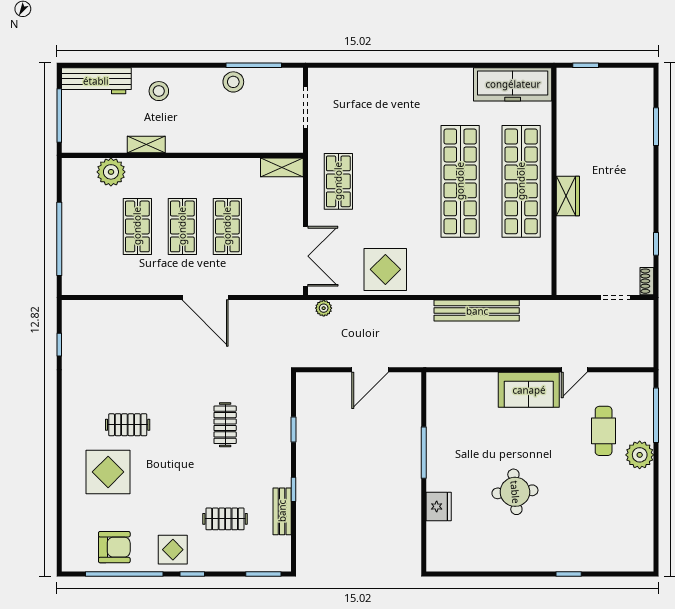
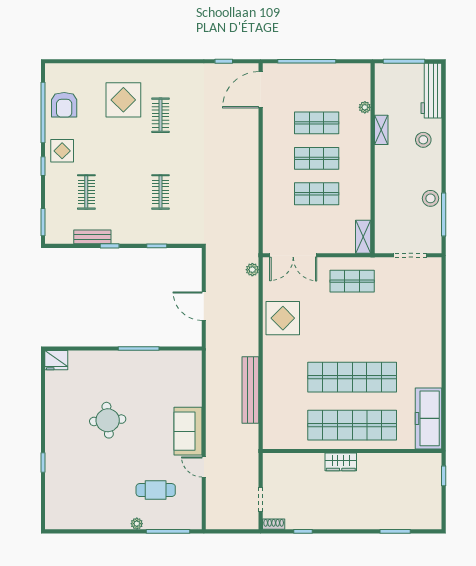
plant: (111, 172) -> (365, 107), width x0.53, depth x0.53
door: (205, 298) -> (261, 90), moved
clothes rail: (225, 425) -> (160, 192), turned 90
plant: (640, 455) -> (137, 524), width x0.53, depth x0.53
fridge: (439, 506) -> (56, 360), moved

